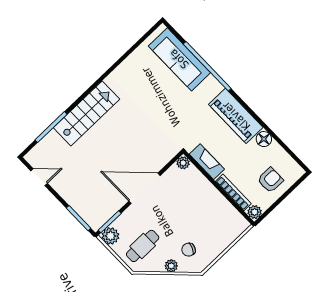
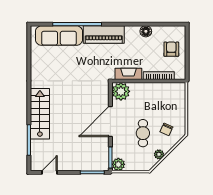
piano: (236, 116) -> (104, 34), moved
plant: (183, 163) -> (121, 91), width x1.87, depth x1.87
plant: (255, 212) -> (180, 74), removed
cafe table: (143, 246) -> (143, 133), moved
plant: (171, 266) -> (159, 154), moved

